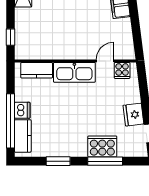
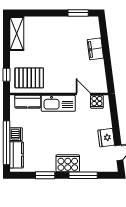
pallet: (38, 41) -> (29, 78), added
door: (105, 61) -> (83, 94), hinge flipped
cooker: (102, 146) -> (68, 163), moved

